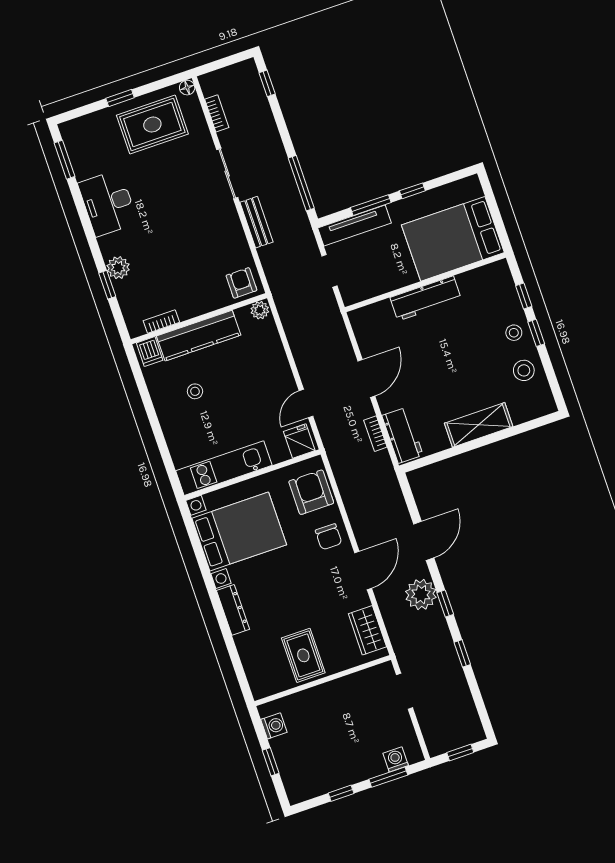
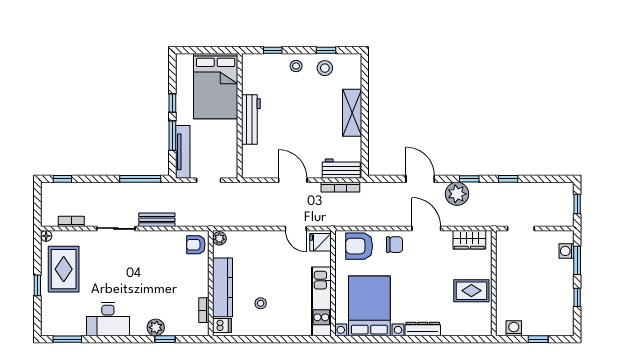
window: (536, 333) -> (326, 50), moved
bookcase: (375, 434) -> (340, 187), width x1.56

